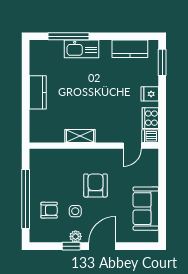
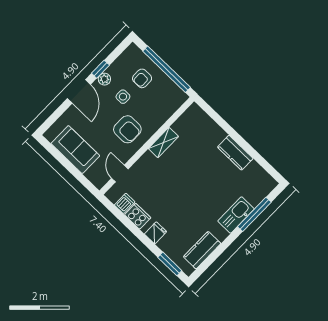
shelving: (80, 136) -> (163, 143), moved
wall: (94, 146) -> (147, 146), moved
door: (132, 146) -> (120, 174), moved

